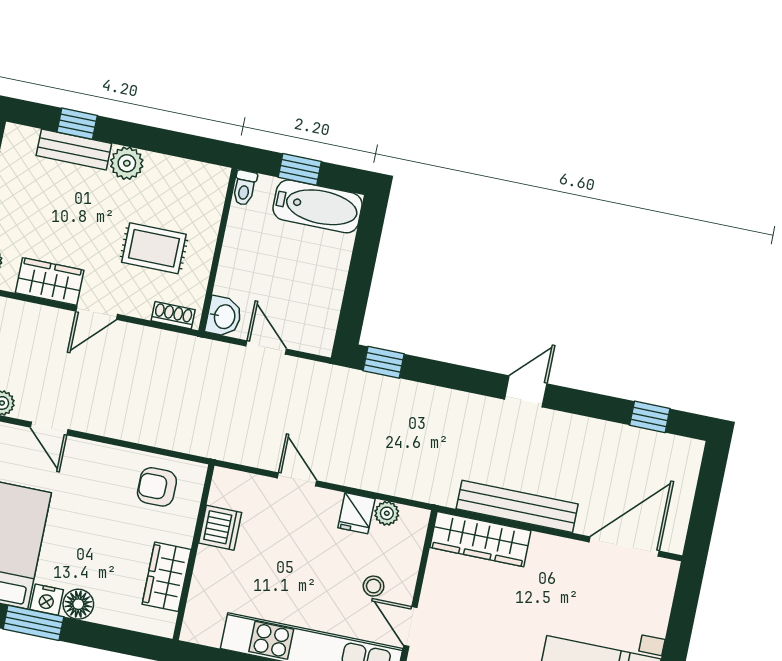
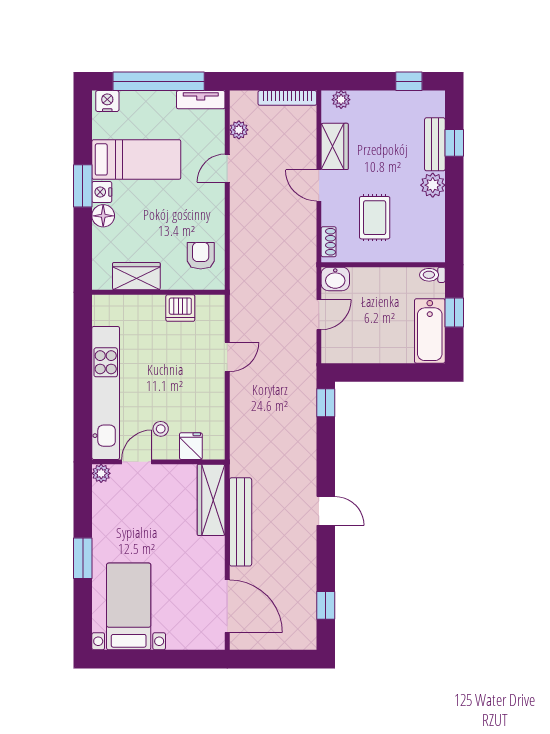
fridge: (356, 513) -> (191, 446), moved, turned 90
plant: (387, 513) -> (216, 428), removed

